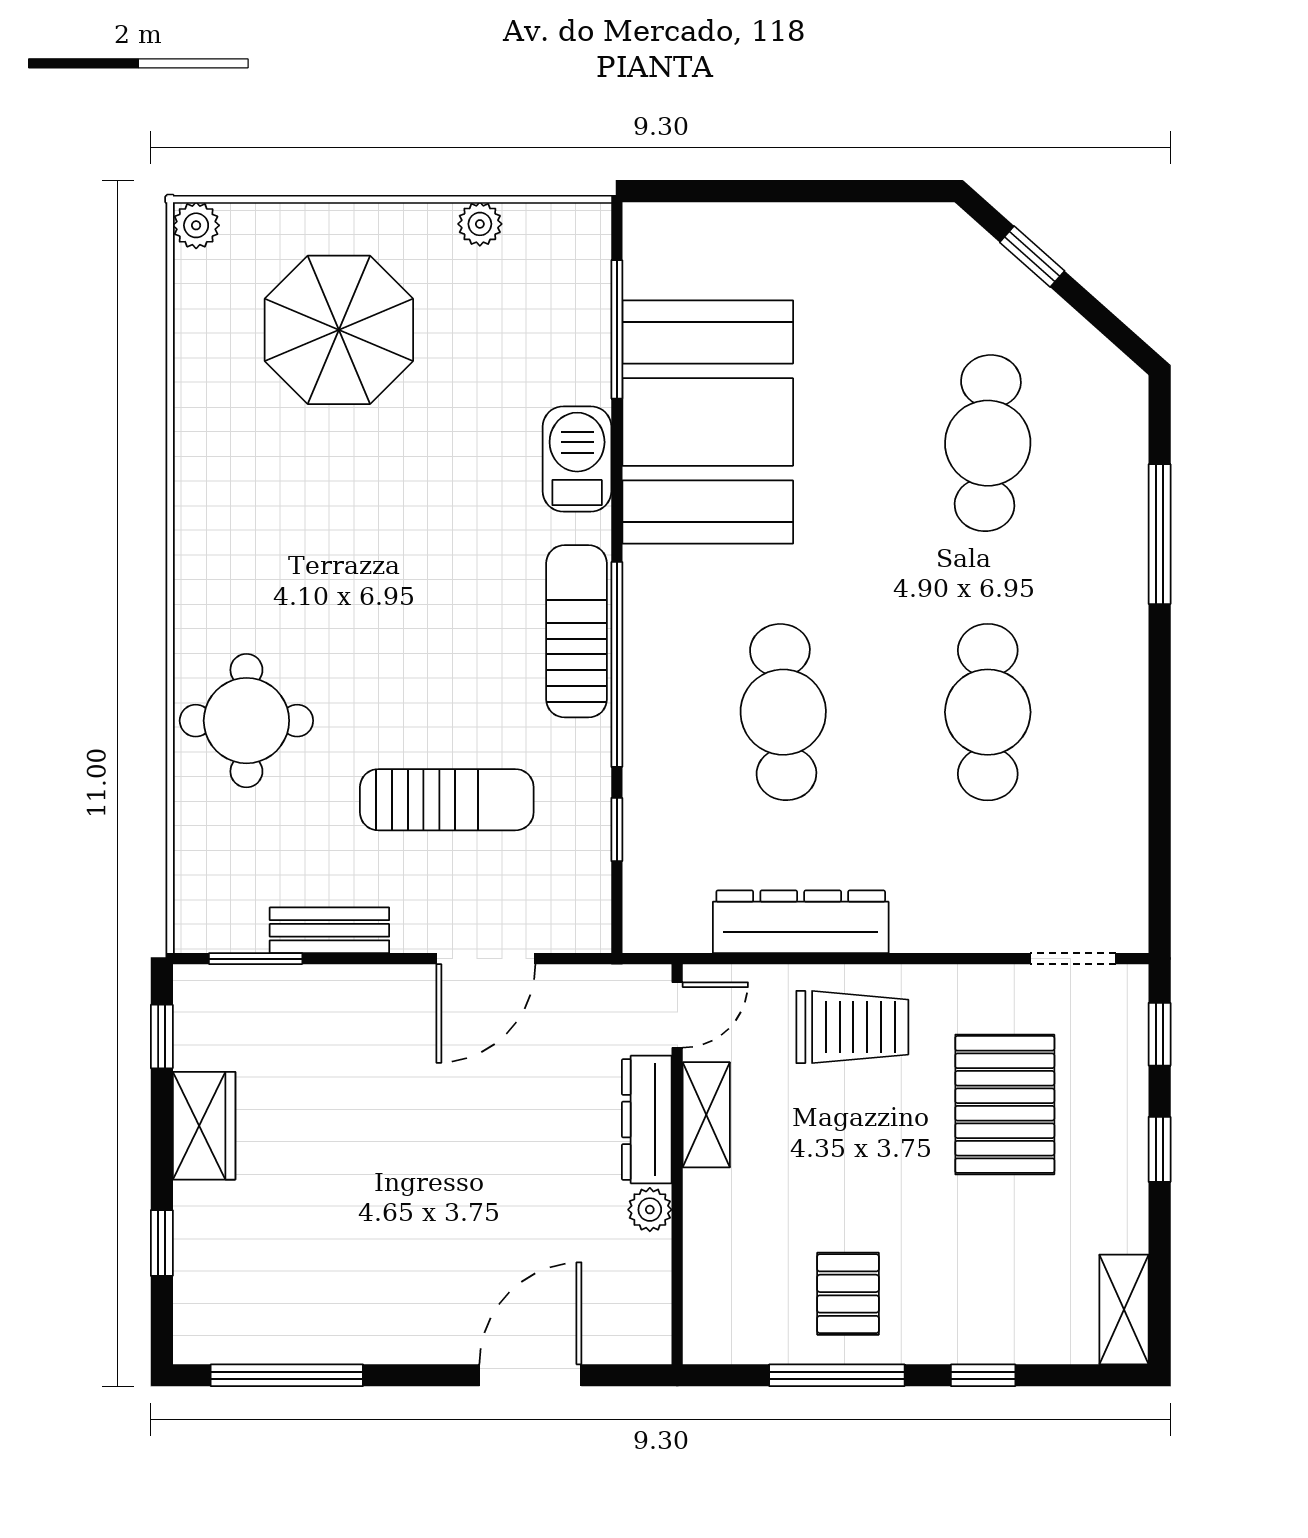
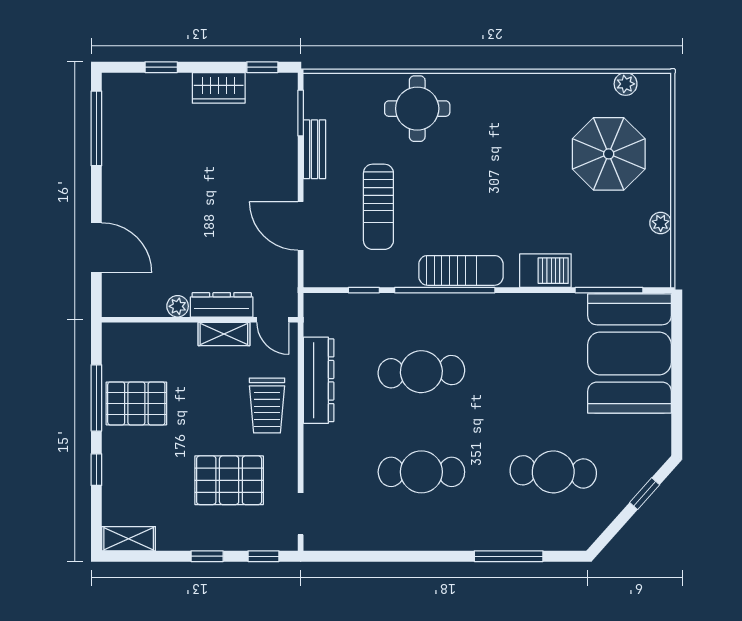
plant: (196, 225) -> (626, 84), moved
booth: (708, 422) -> (629, 353), moved, turned 90
pallet: (848, 1294) -> (136, 403), width x1.50, depth x1.42

